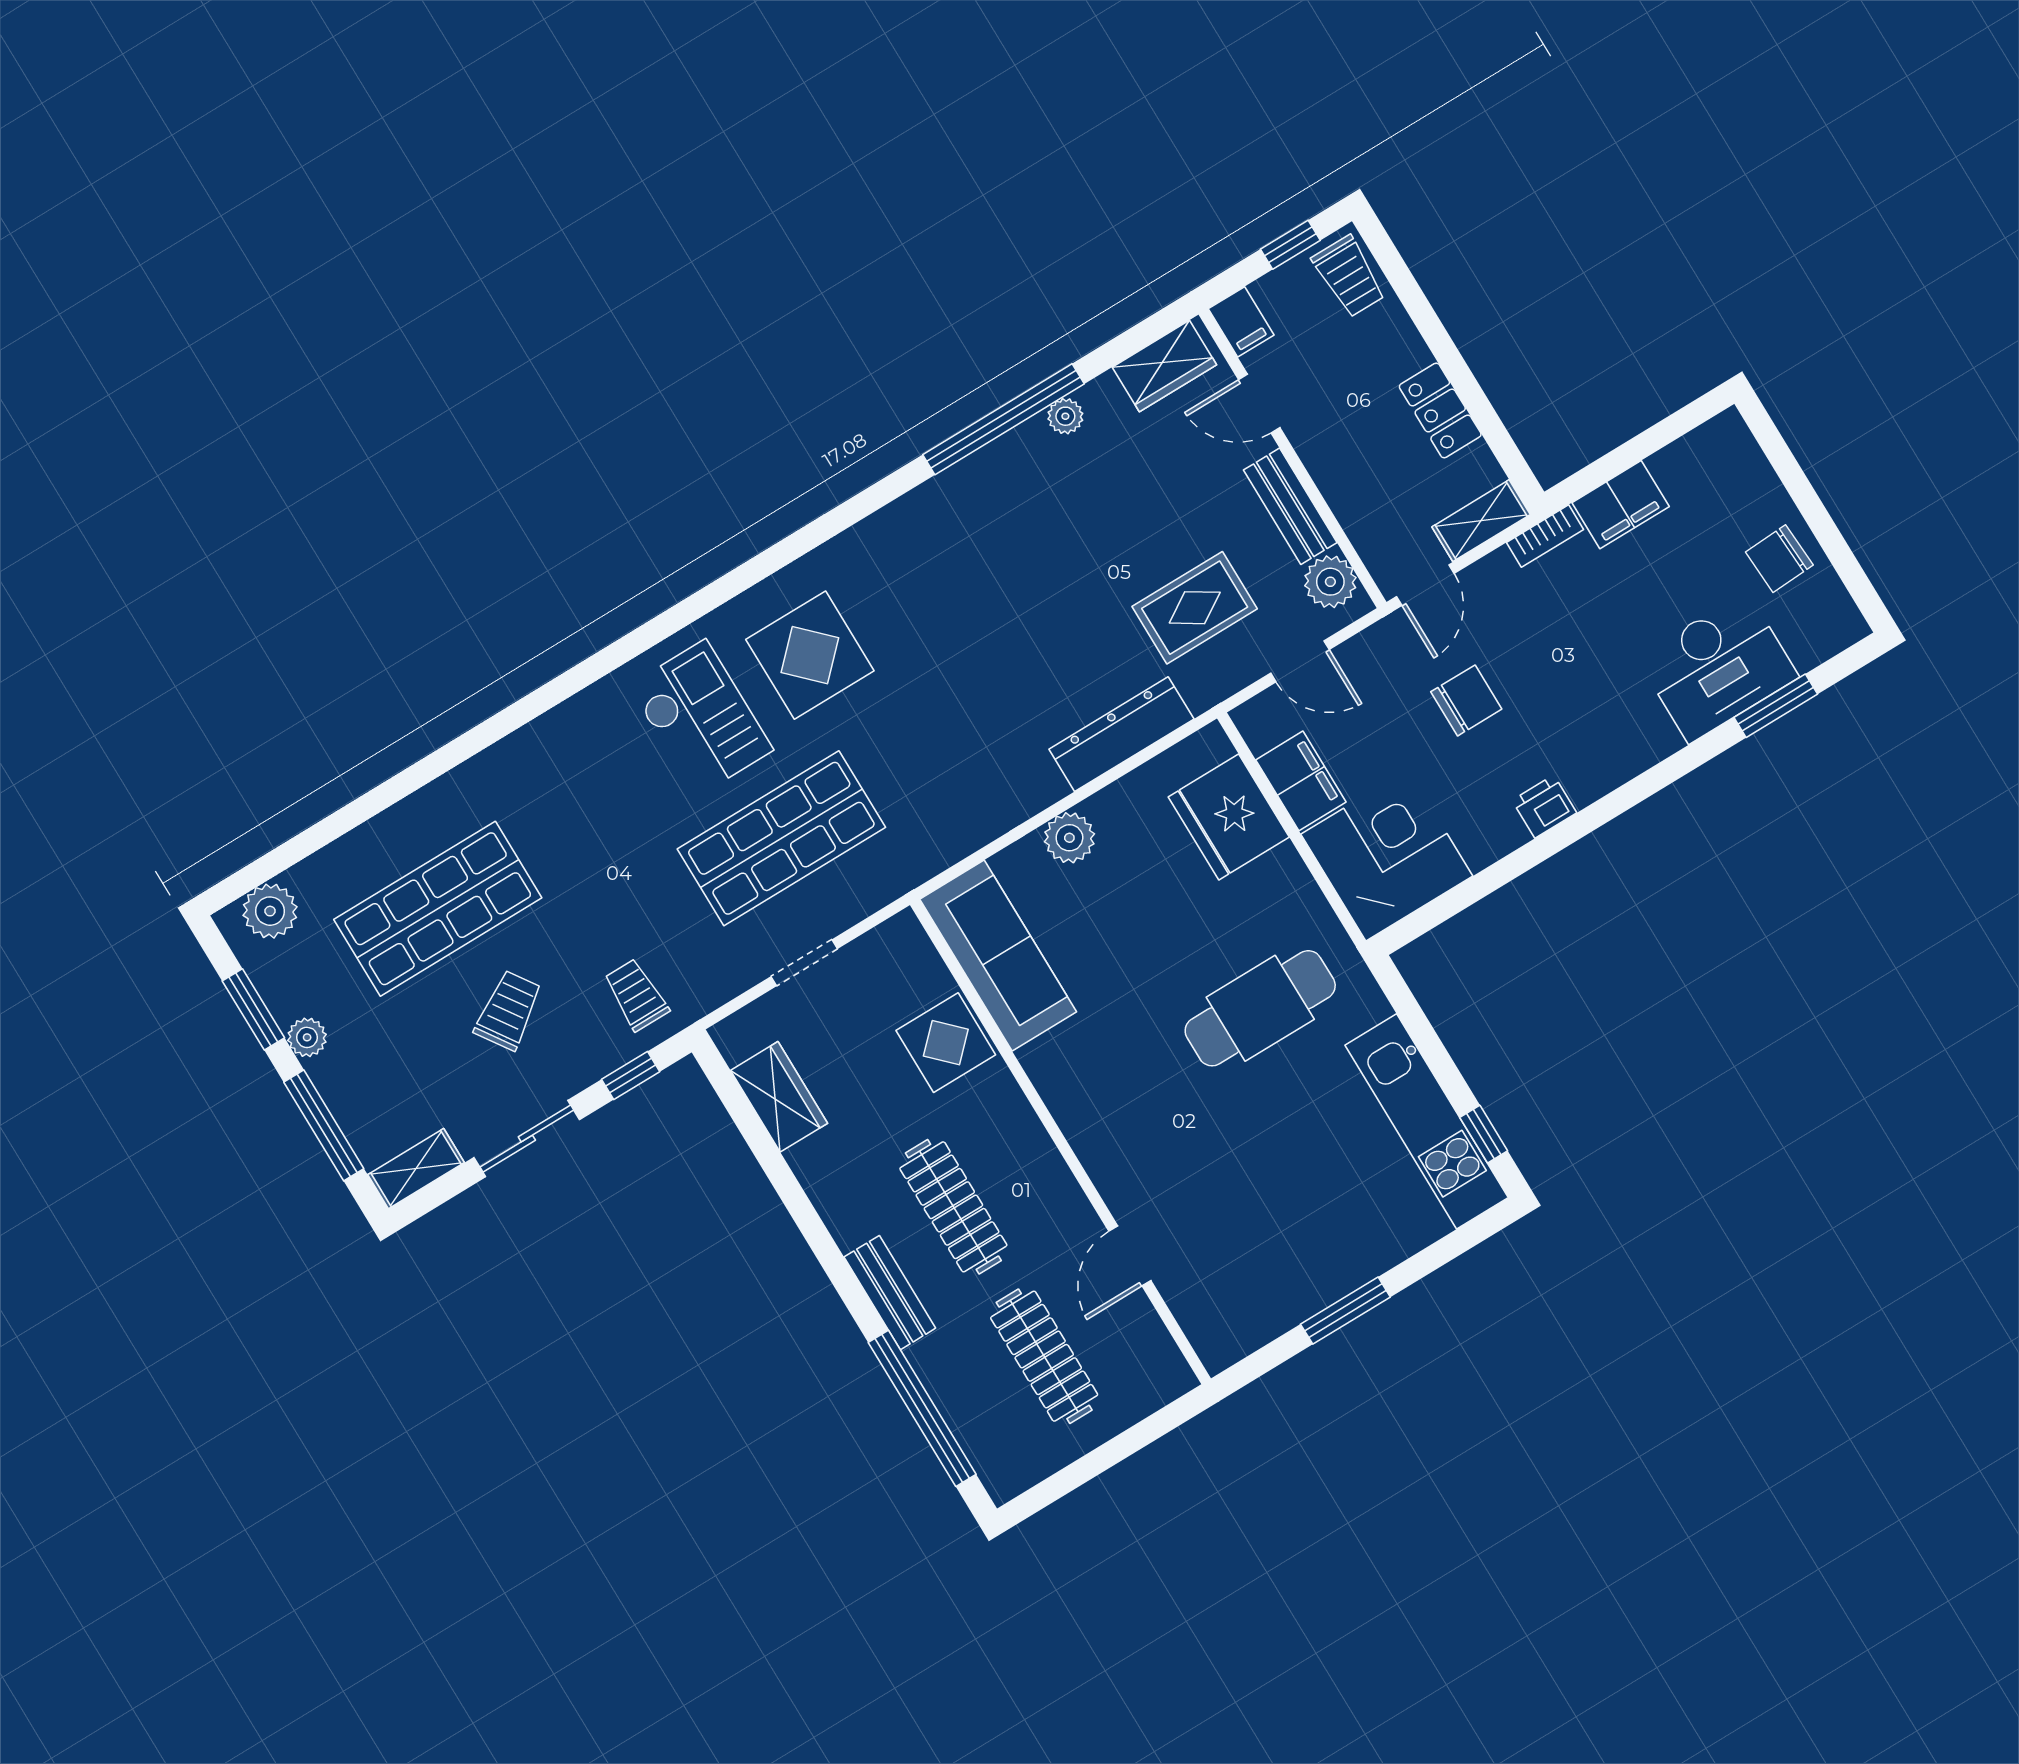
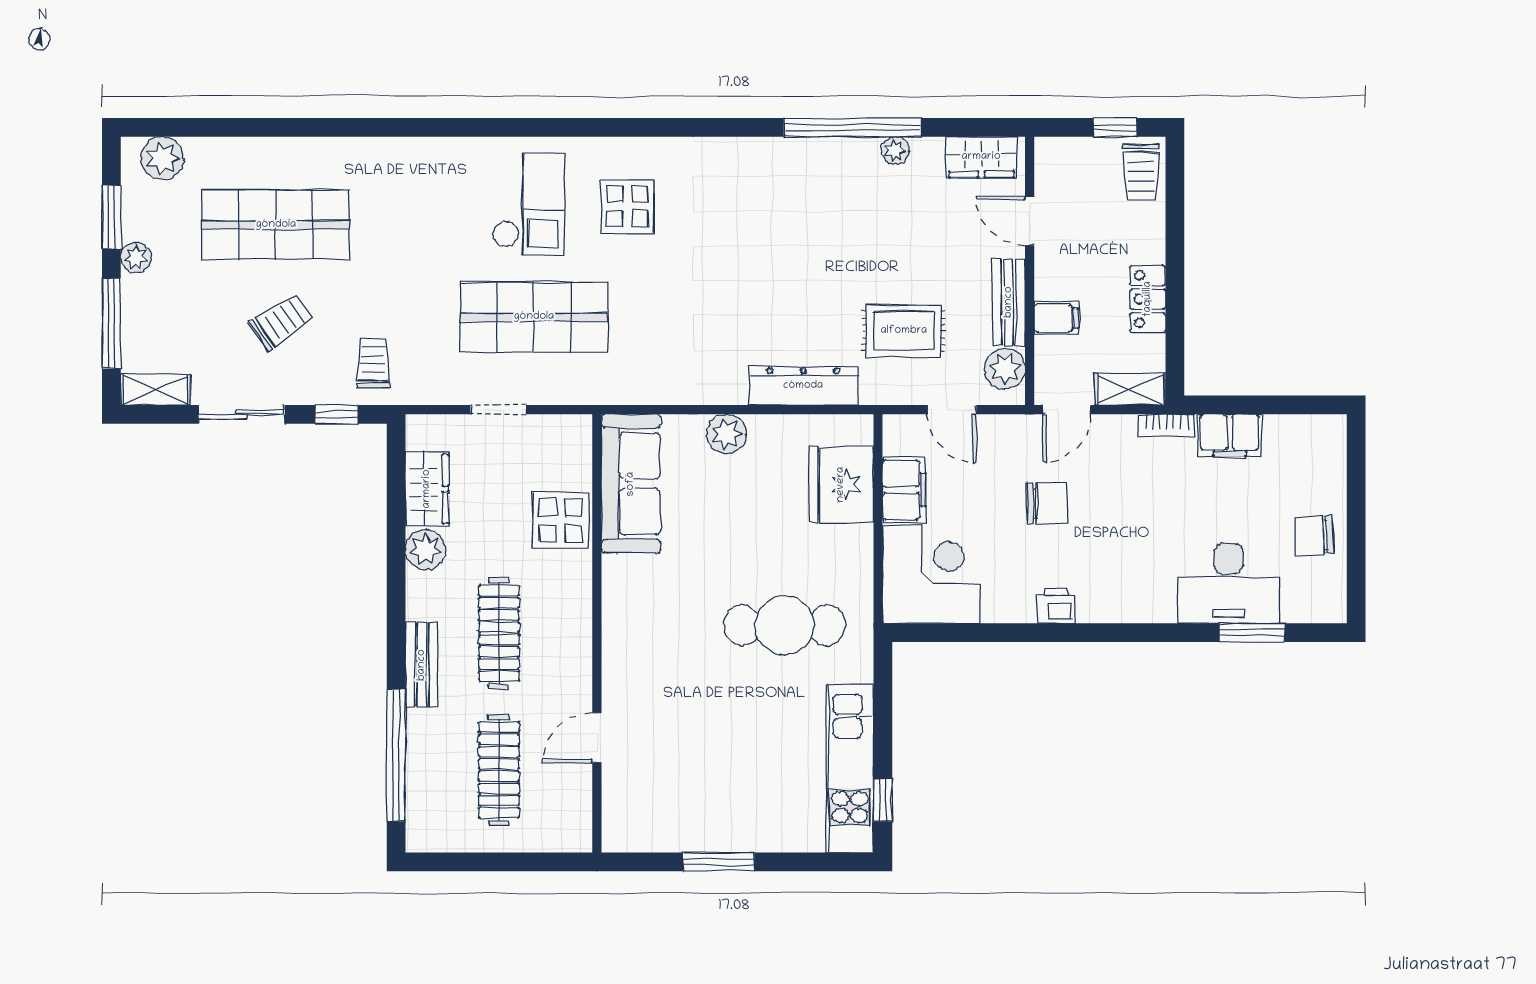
filing cabinet: (1241, 322) -> (1056, 318), moved, turned -90
display table: (810, 655) -> (627, 206), width x0.73, depth x0.73
plant: (817, 1164) -> (425, 549), added

